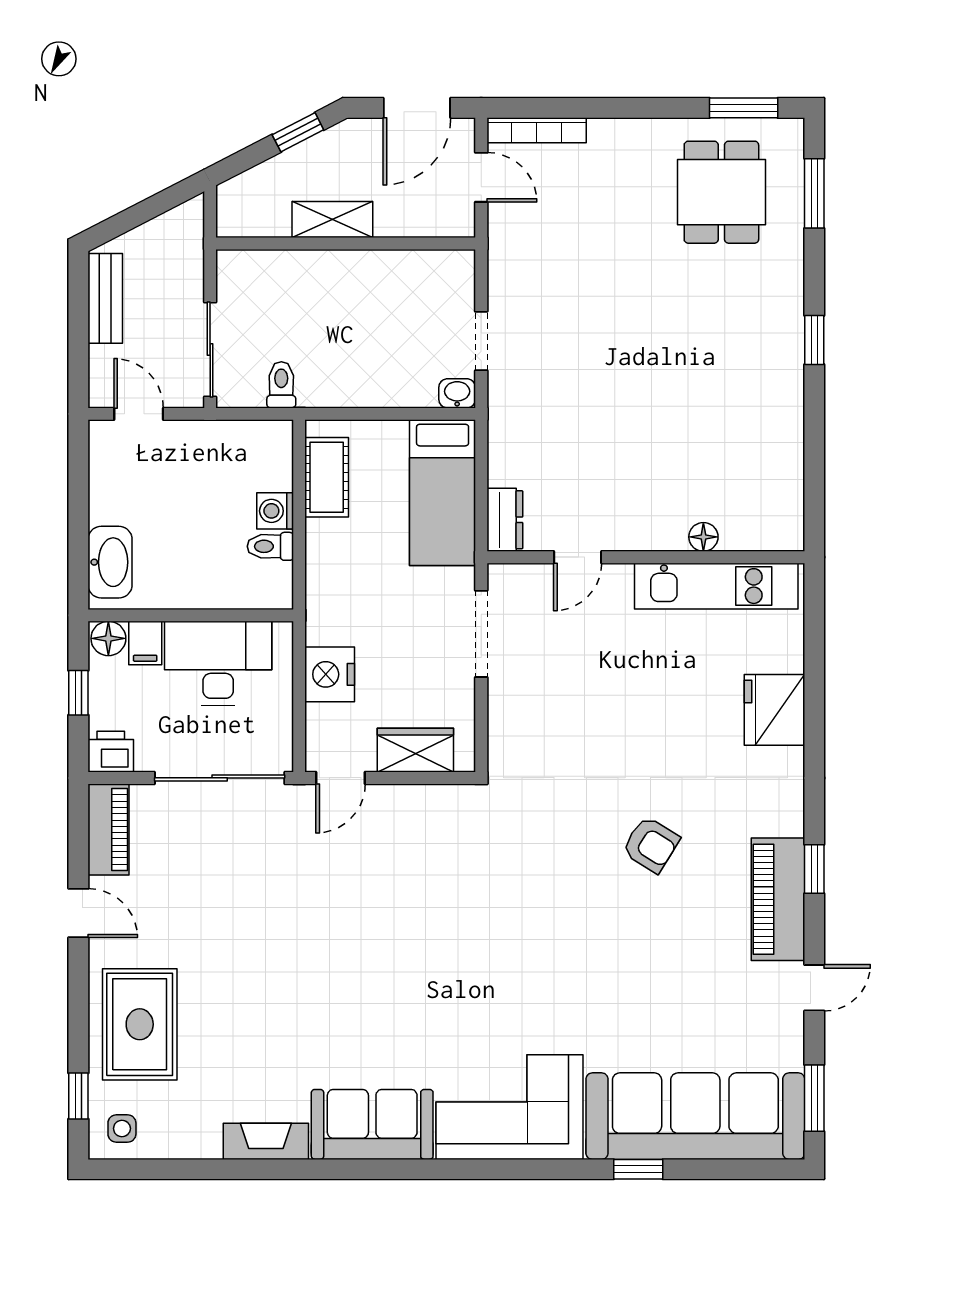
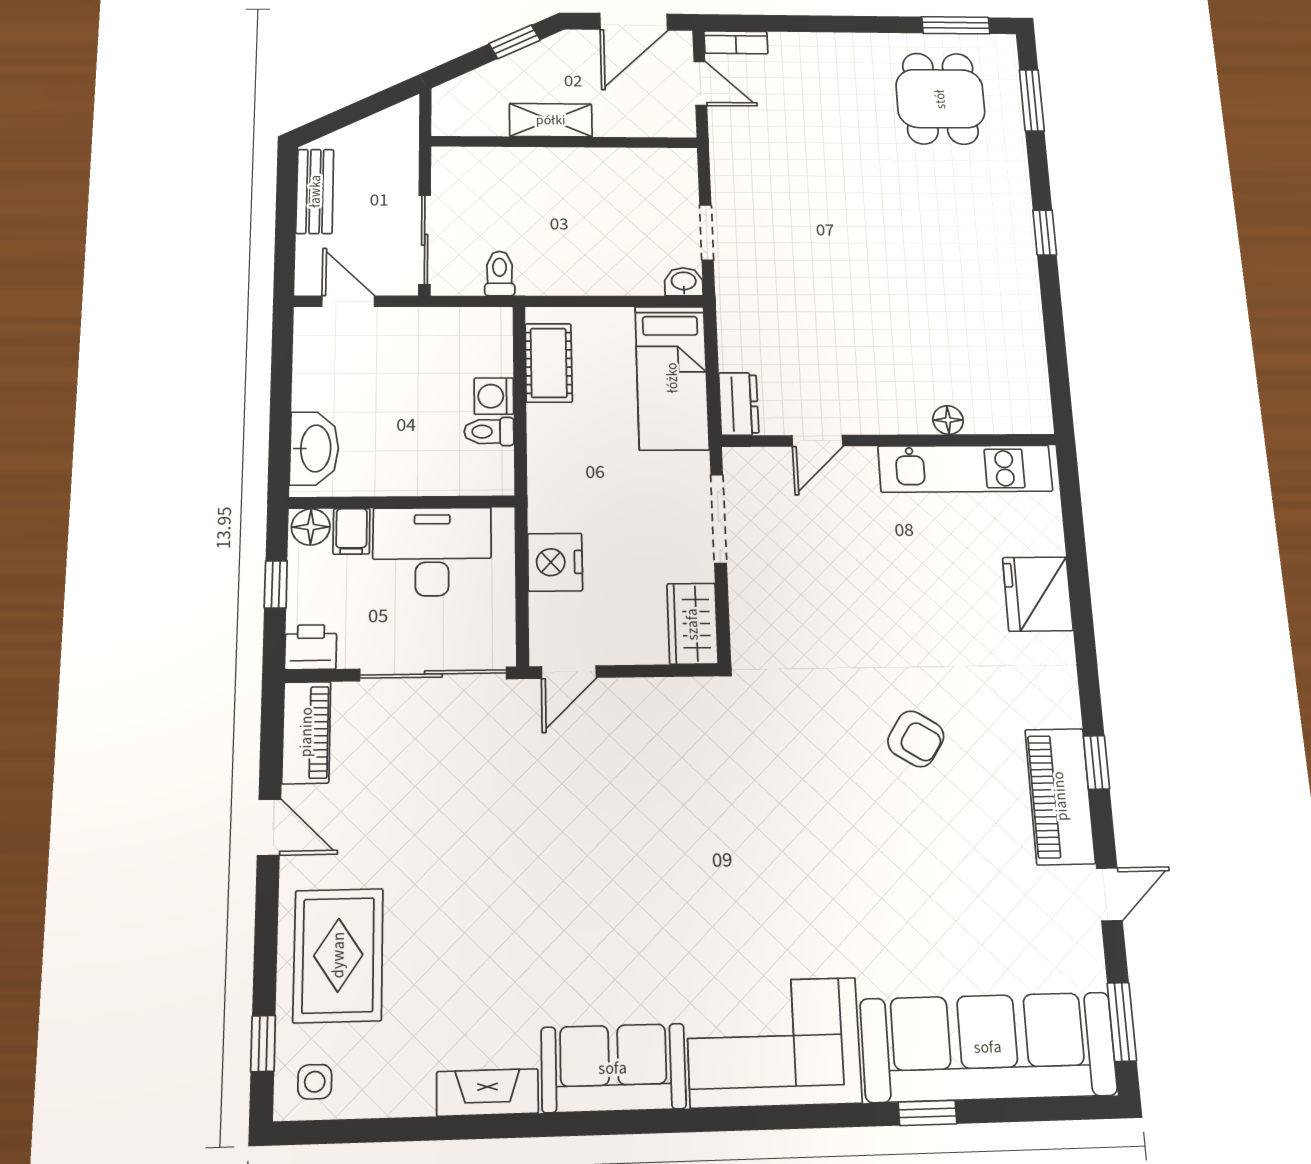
bookcase: (537, 130) -> (736, 42), width x0.64
wardrobe: (415, 750) -> (692, 624), moved, turned -90

